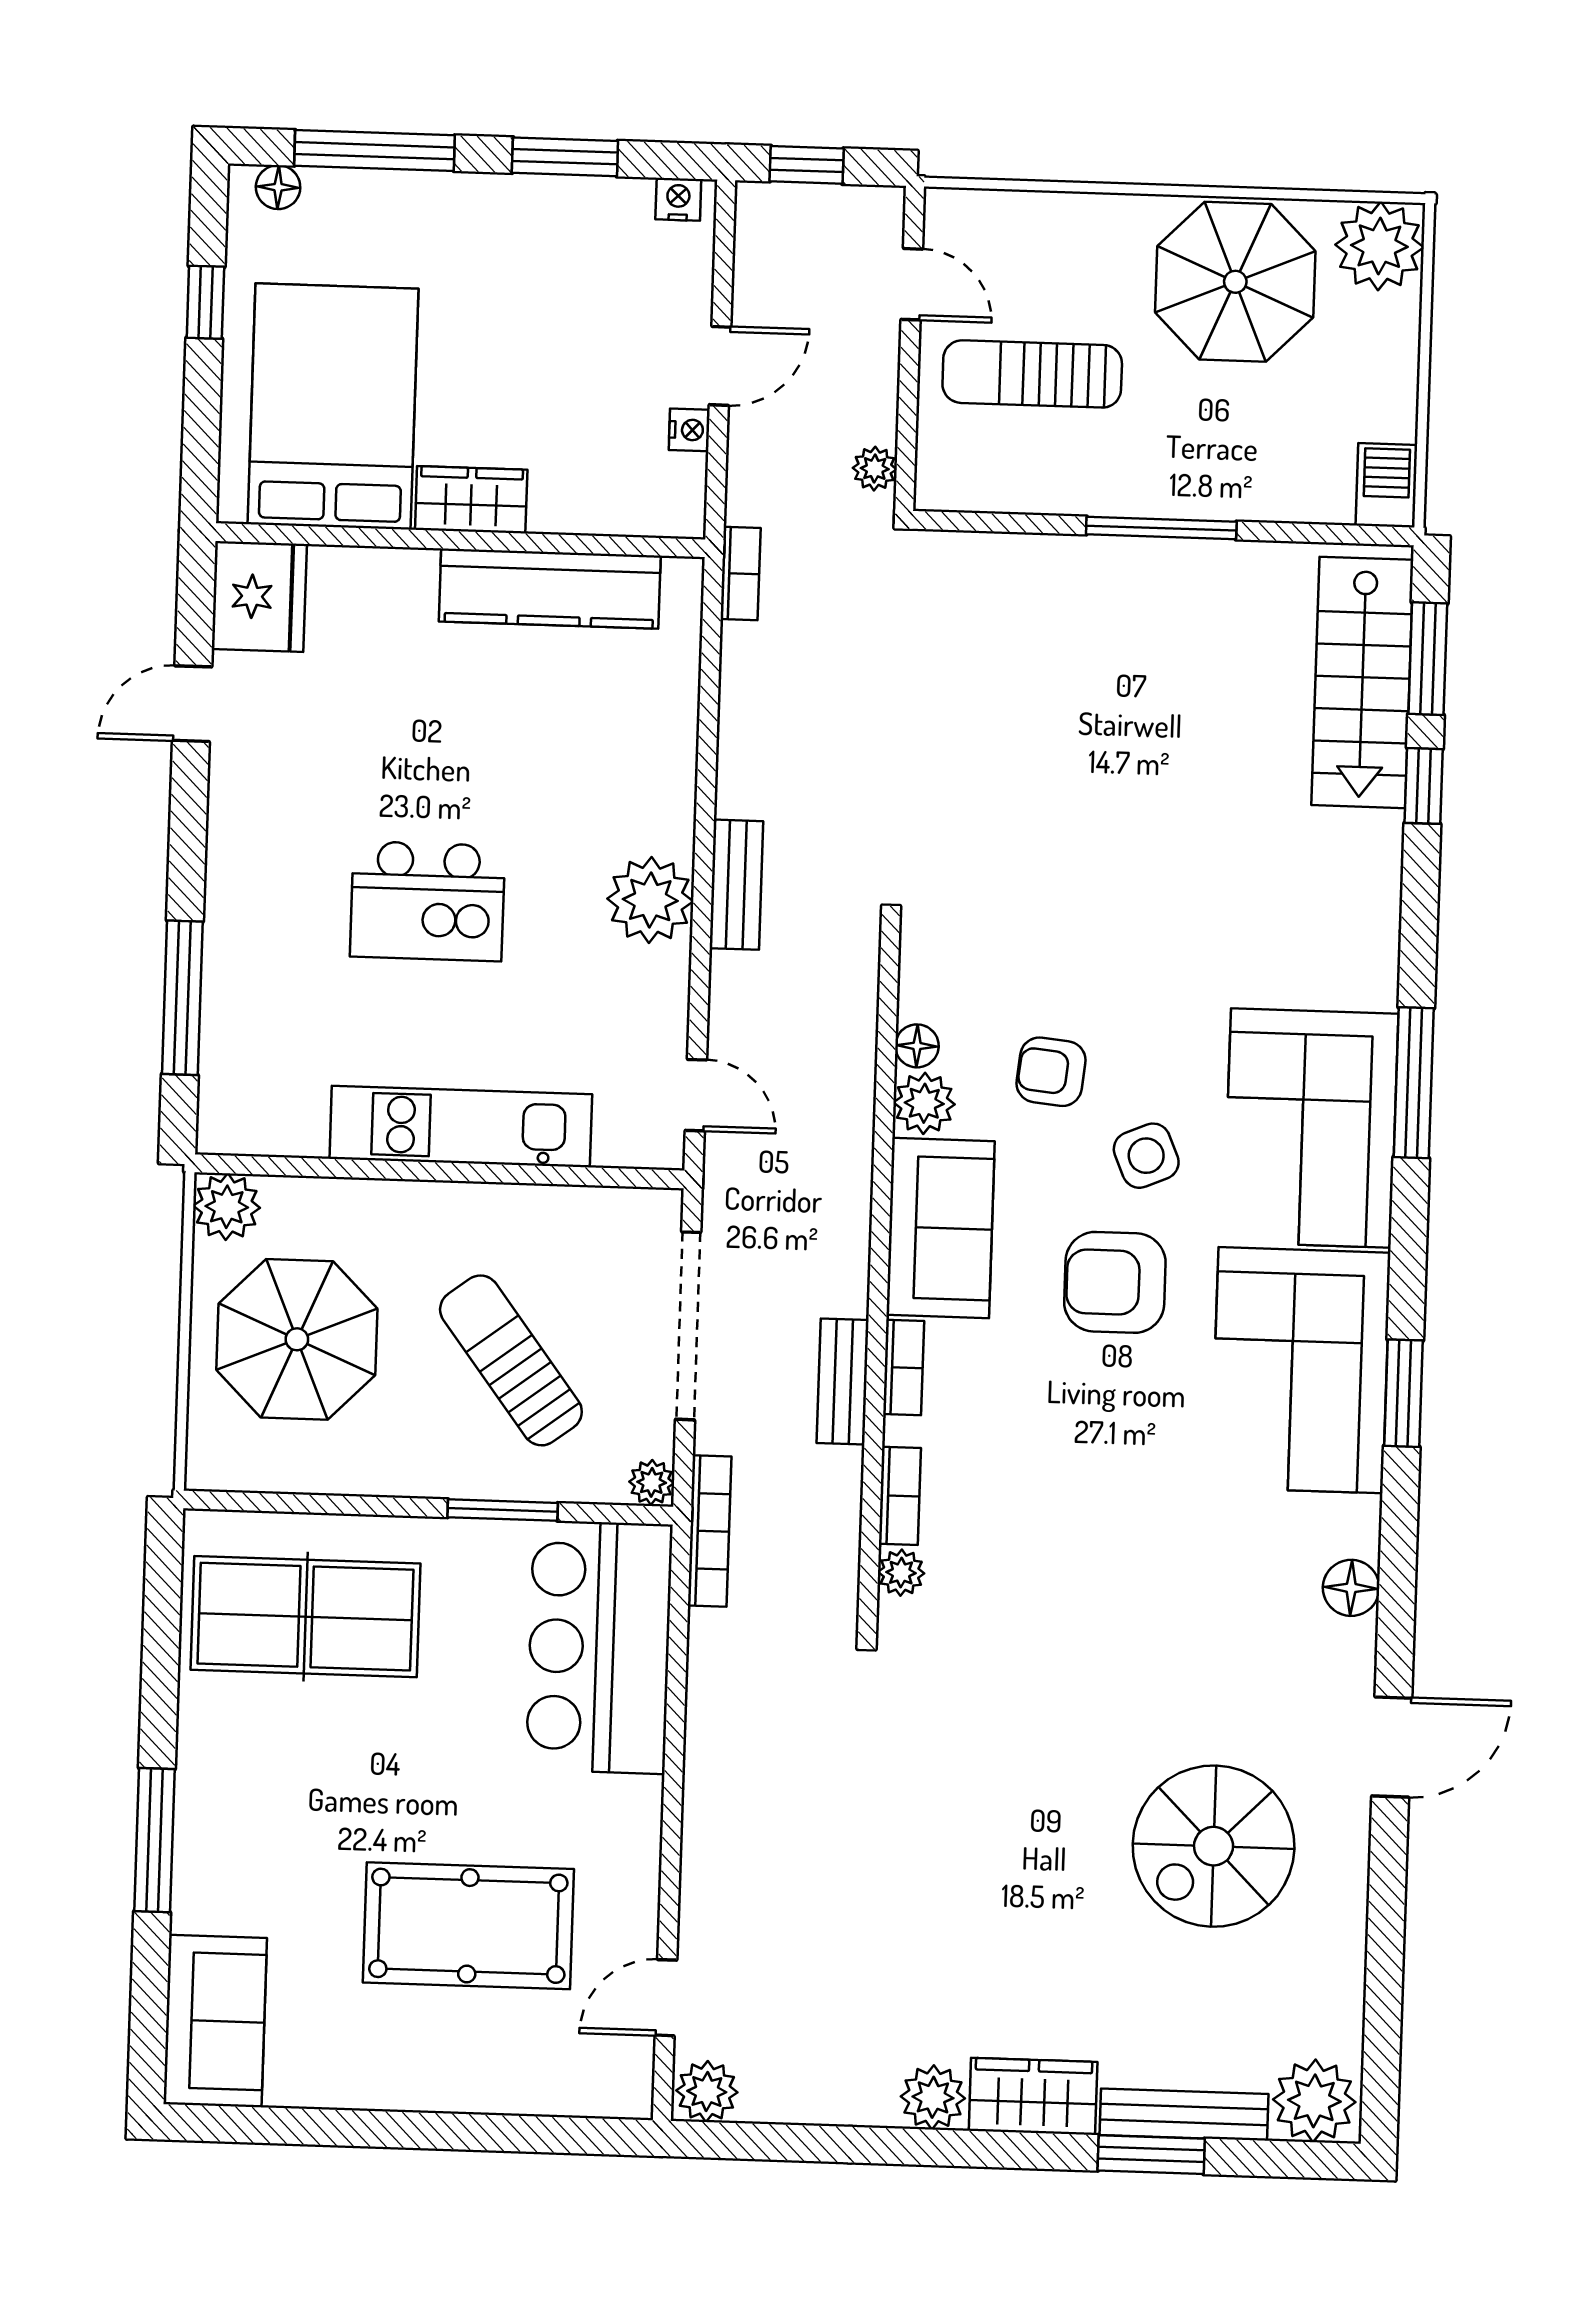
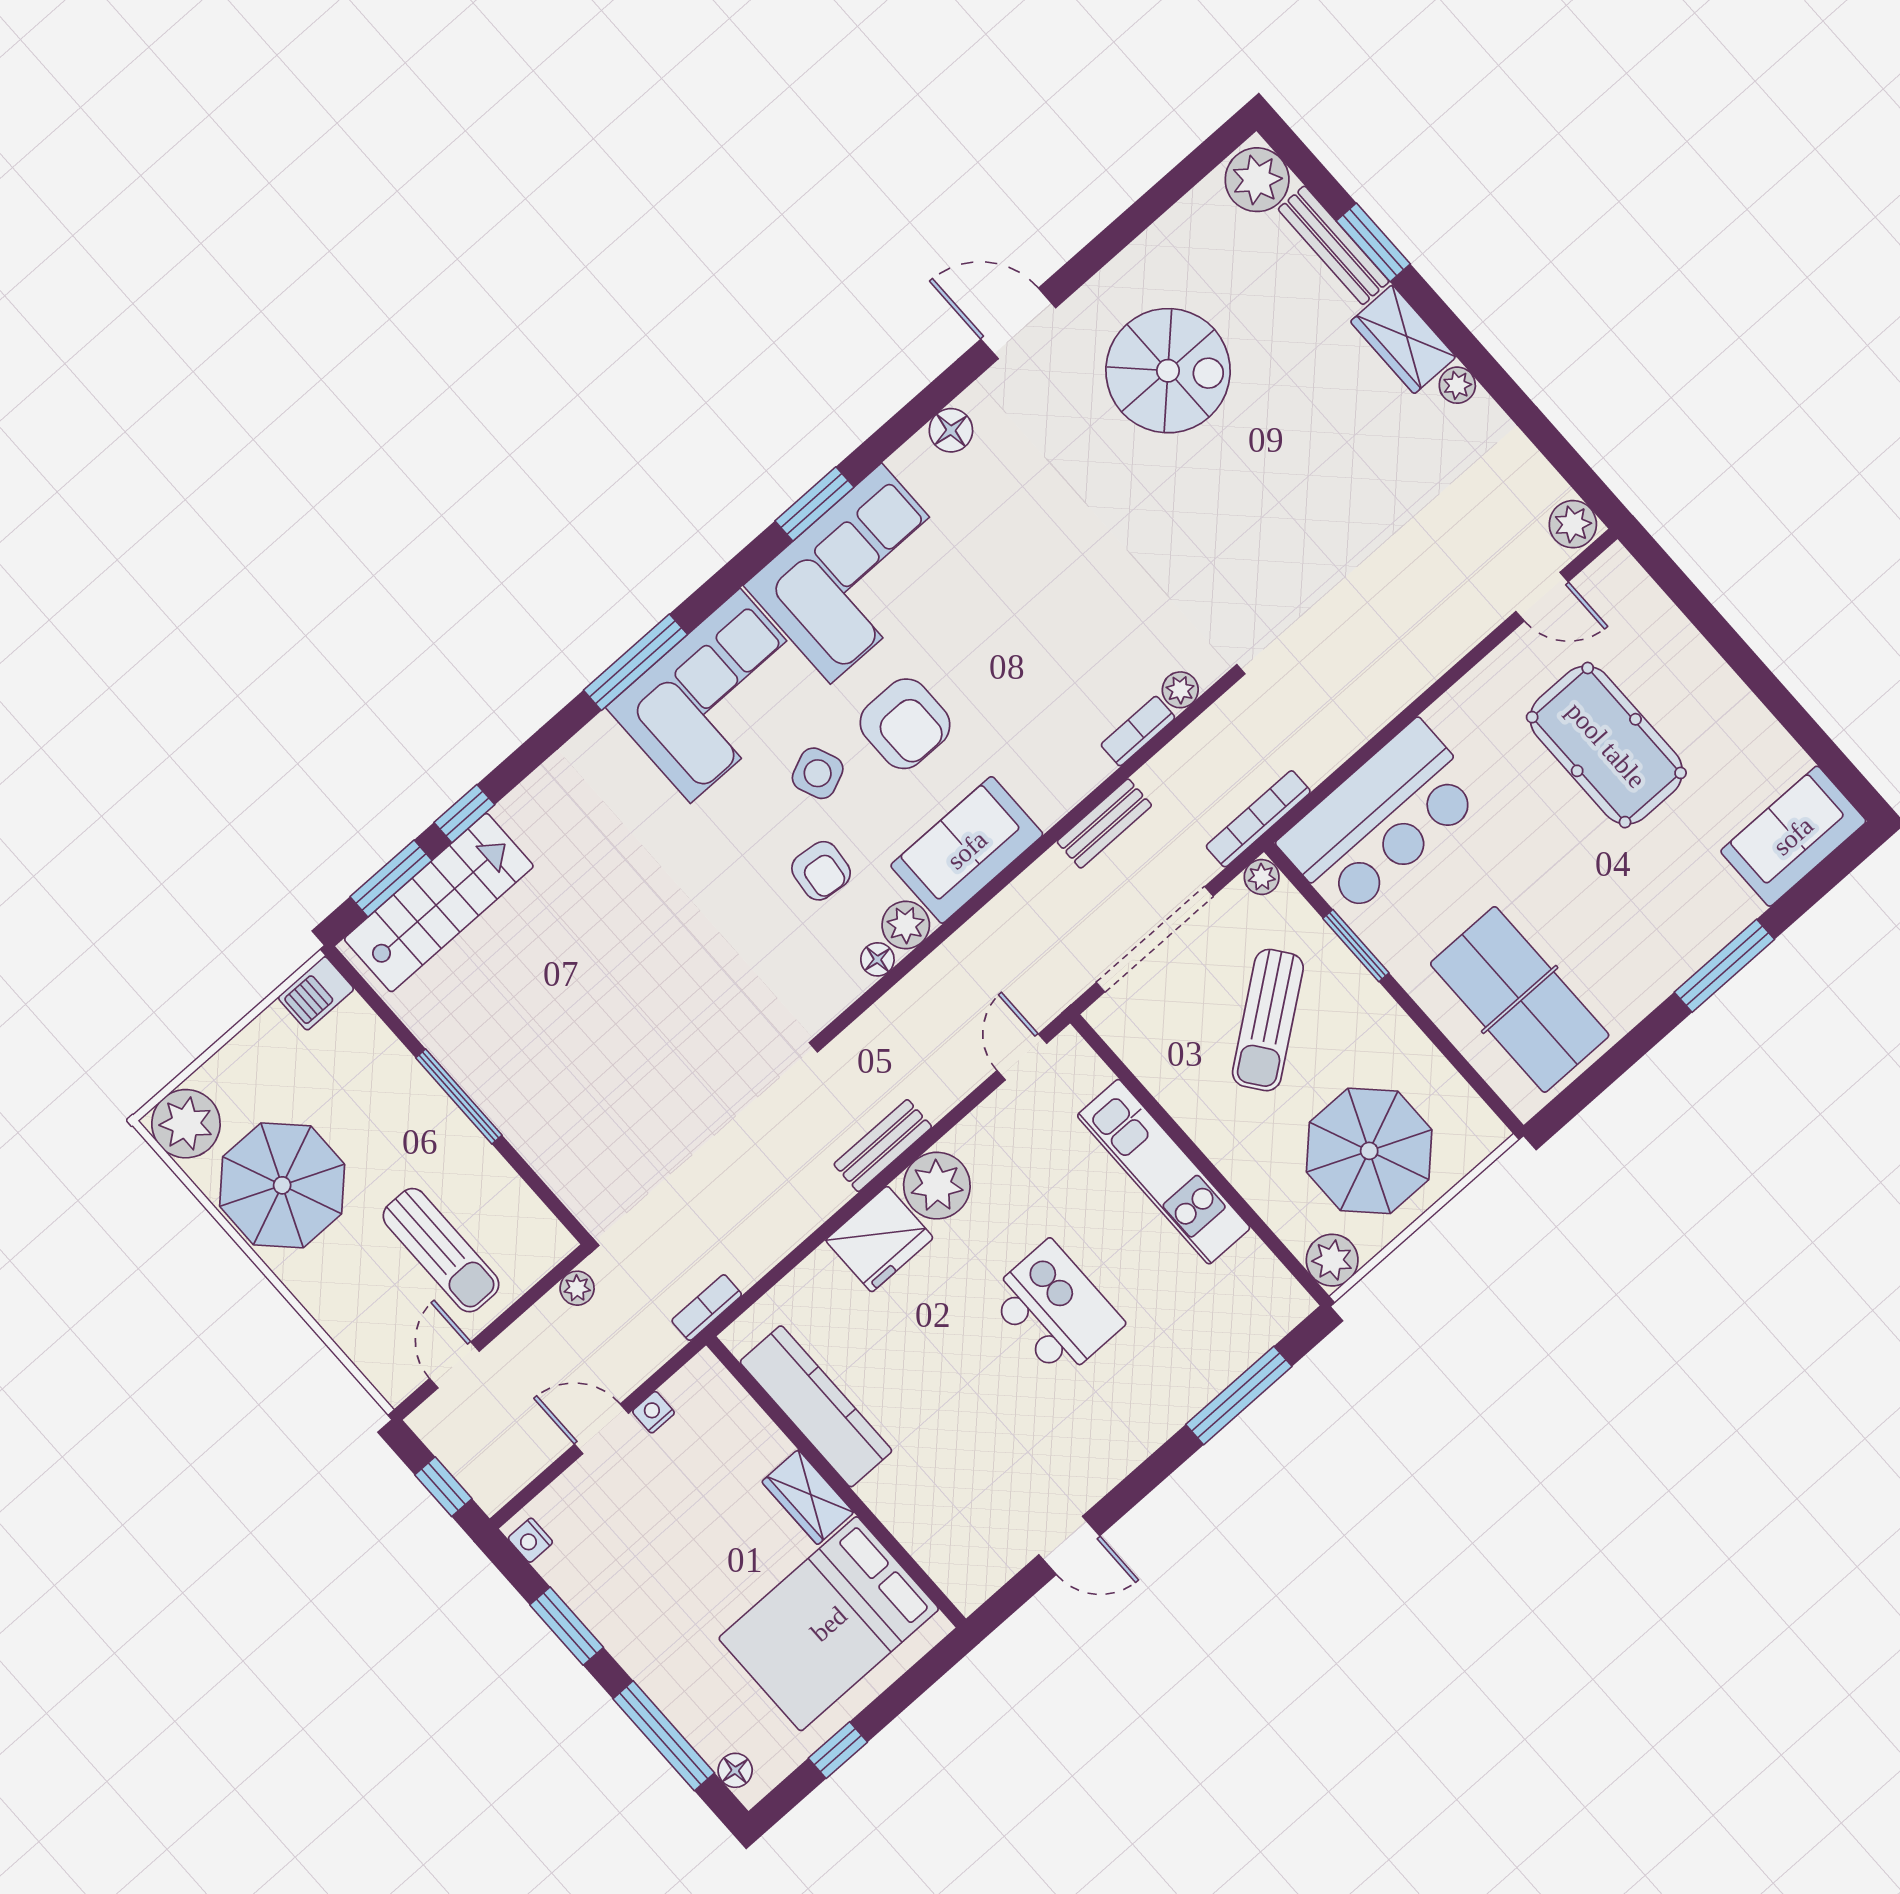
fridge: (259, 597) -> (879, 1239), moved, turned 180
bookcase: (904, 1368) -> (1064, 797), removed
plant: (933, 2097) -> (1457, 385), width x0.73, depth x0.73

